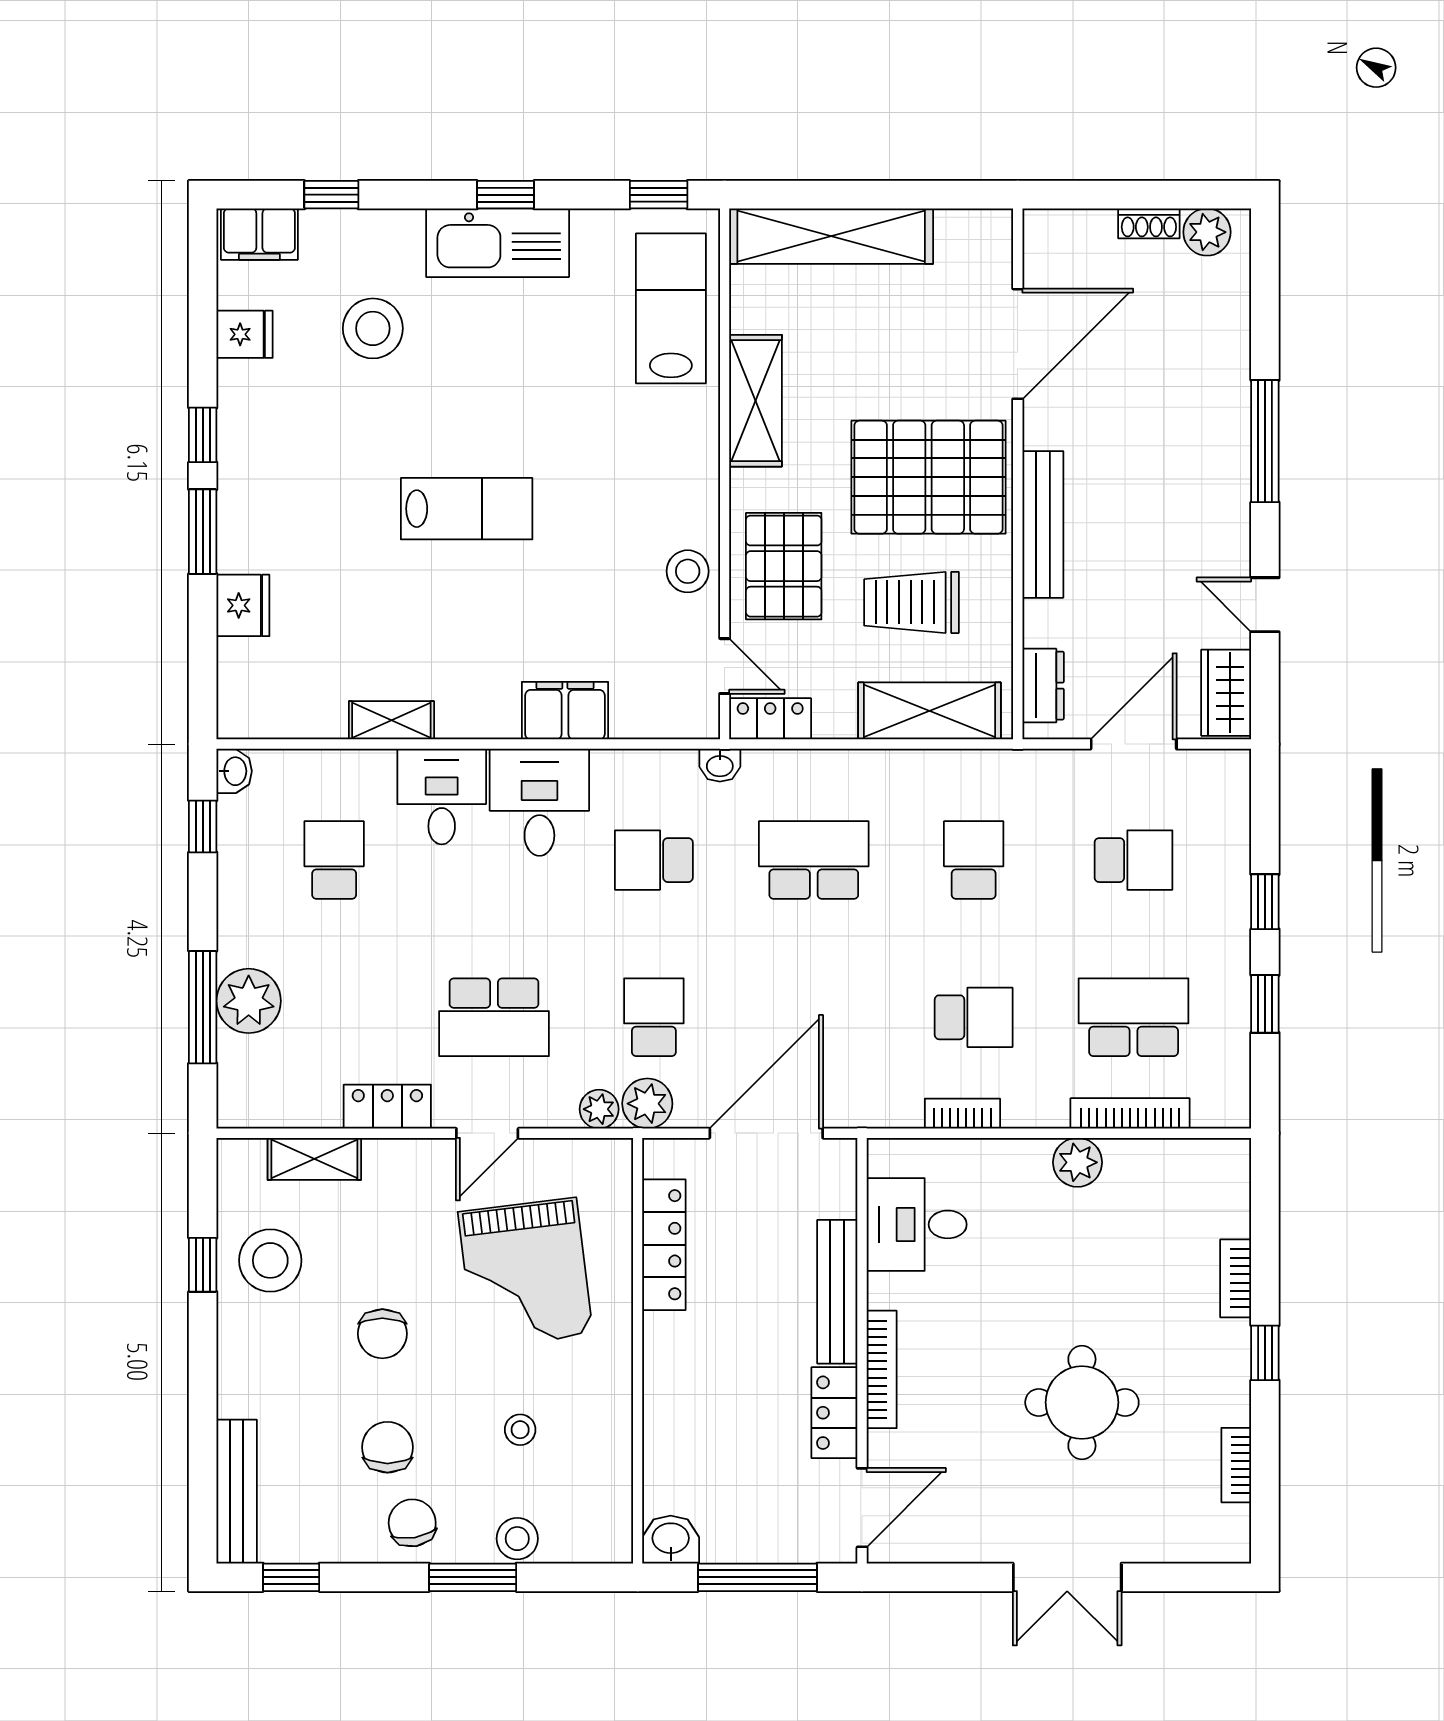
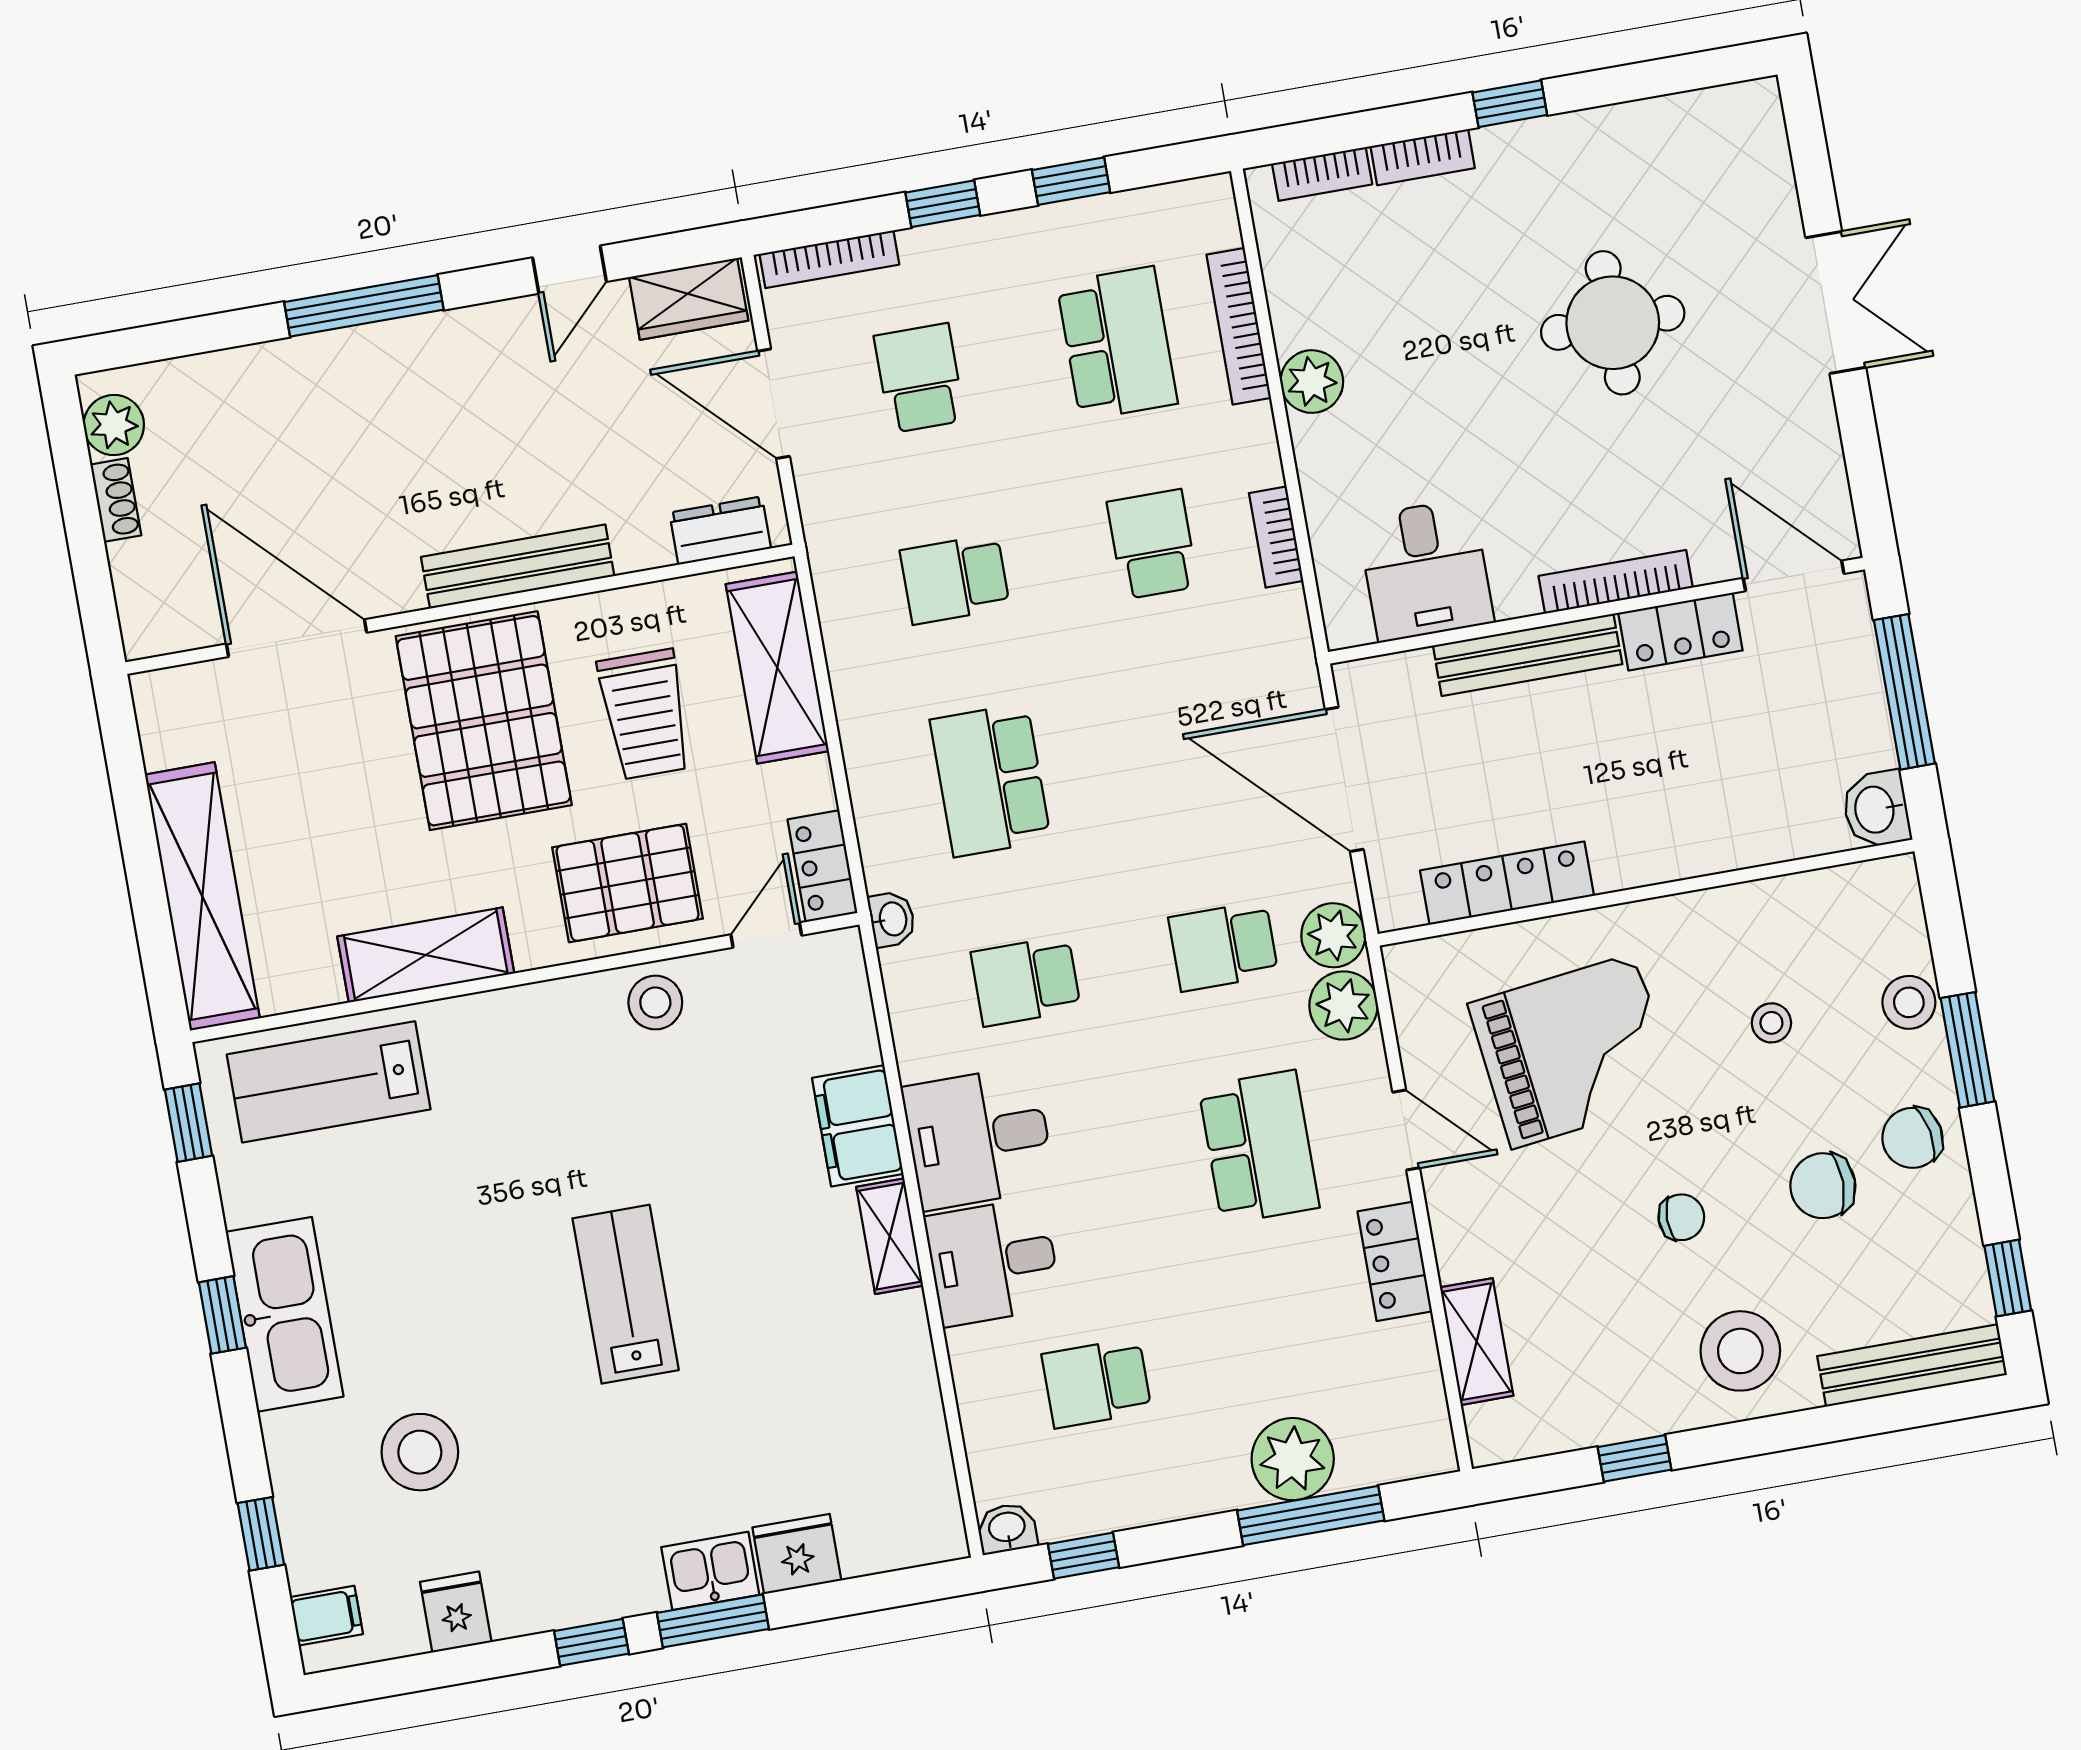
filing cabinet: (259, 234) -> (326, 1616), width x0.50
kitchen sink: (242, 536) -> (710, 1571), added
shelving: (391, 720) -> (890, 1236), moved
bookcase: (1238, 807) -> (829, 259), added
school desk: (654, 860) -> (1026, 981), turned 90
school desk: (1134, 1017) -> (1117, 343), turned 180
plant: (599, 1109) -> (1343, 1005), width x1.38, depth x1.38
stool: (270, 1260) -> (1740, 1351), moved
chair: (382, 1334) -> (1681, 1217), width x0.73, depth x0.73
bookcase: (1236, 1465) -> (1322, 174), moved

